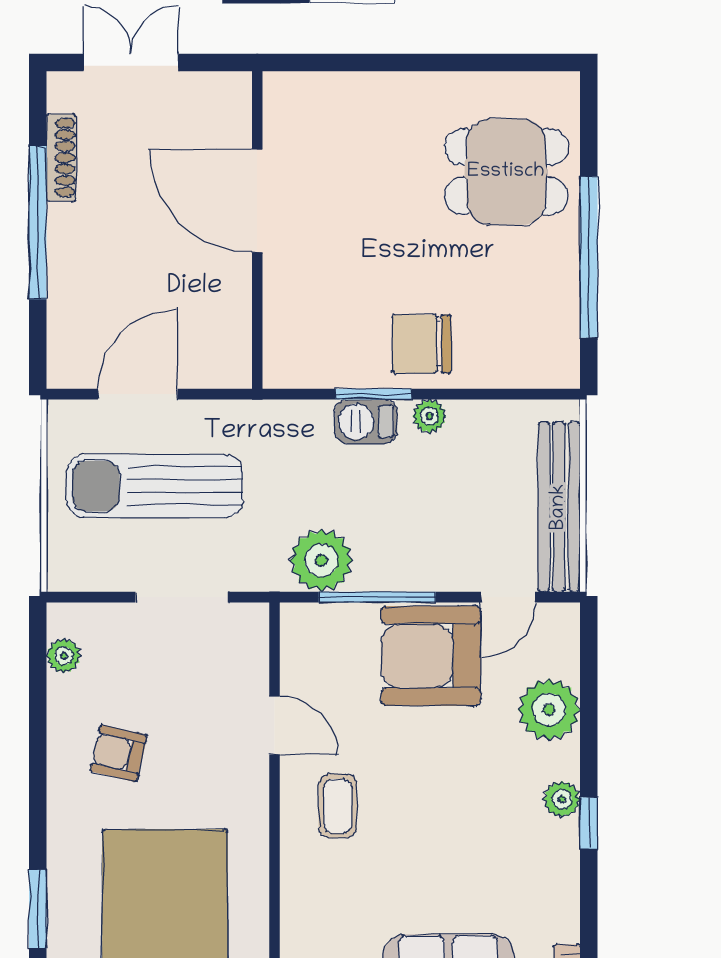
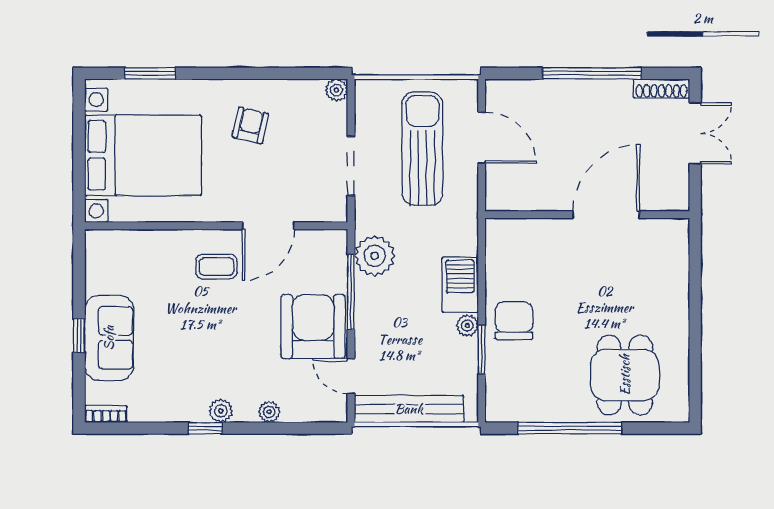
shoe rack: (61, 158) -> (661, 89), moved
window: (374, 394) -> (482, 349), moved
barbecue: (366, 422) -> (460, 285), width x1.38, depth x1.27
plant: (64, 656) -> (336, 90), moved
plant: (549, 710) -> (269, 412), width x0.53, depth x0.53
door: (274, 725) -> (268, 226), width x1.38

